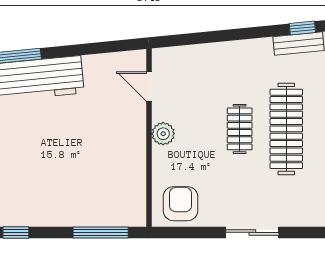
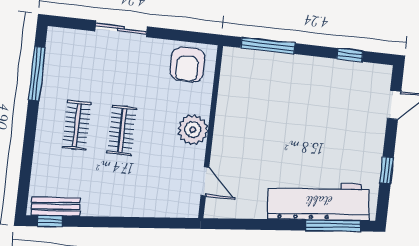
clothes rail: (286, 129) -> (77, 125), width x0.54, depth x0.76
plant: (163, 134) -> (193, 130), width x1.36, depth x1.36

